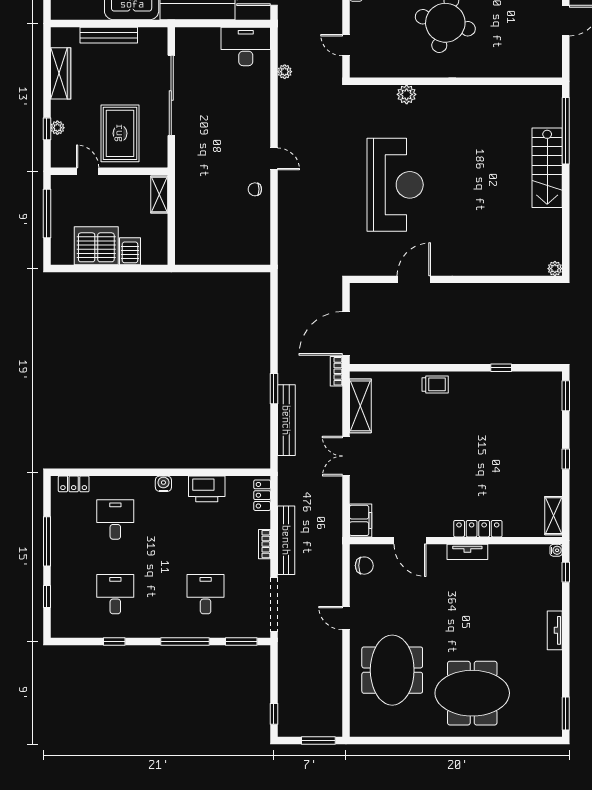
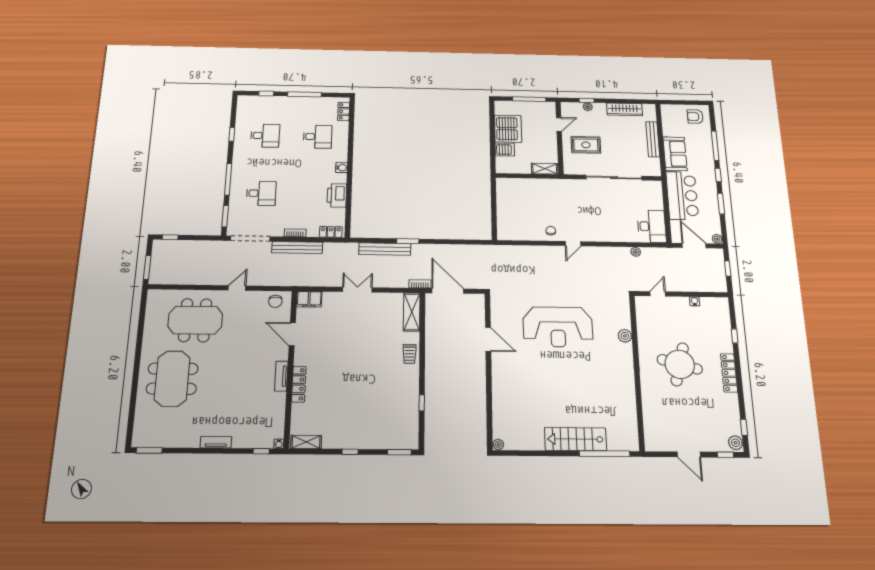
rug: (120, 133) -> (586, 145), width x0.73, depth x0.70
shelving: (360, 406) -> (412, 312), moved, turned 90
door: (410, 541) -> (292, 334), hinge flipped

